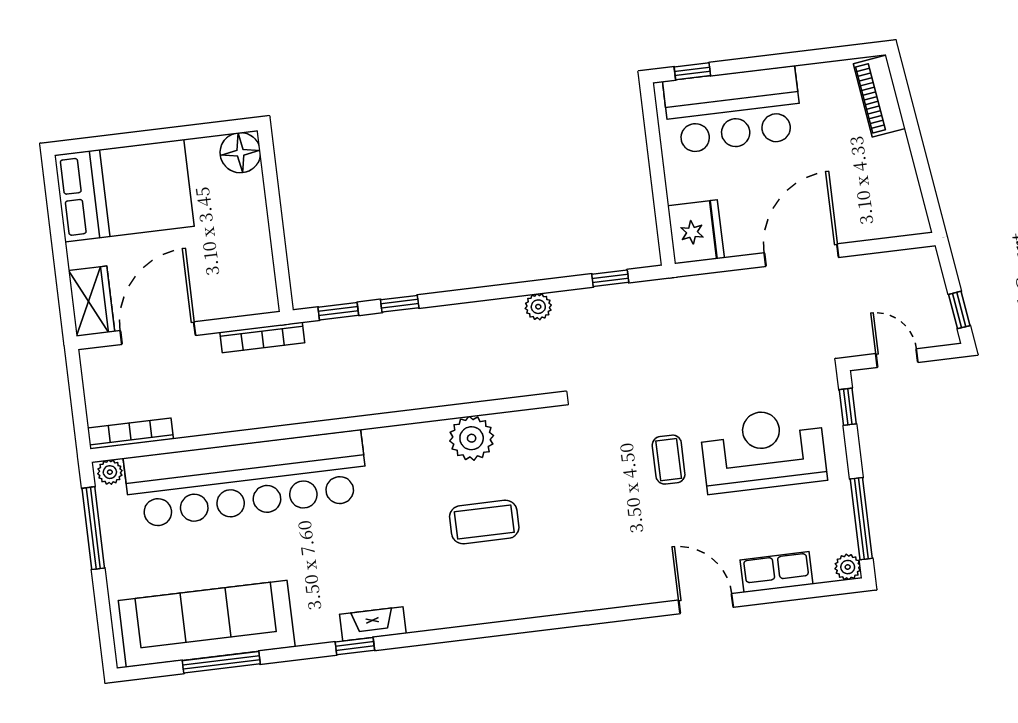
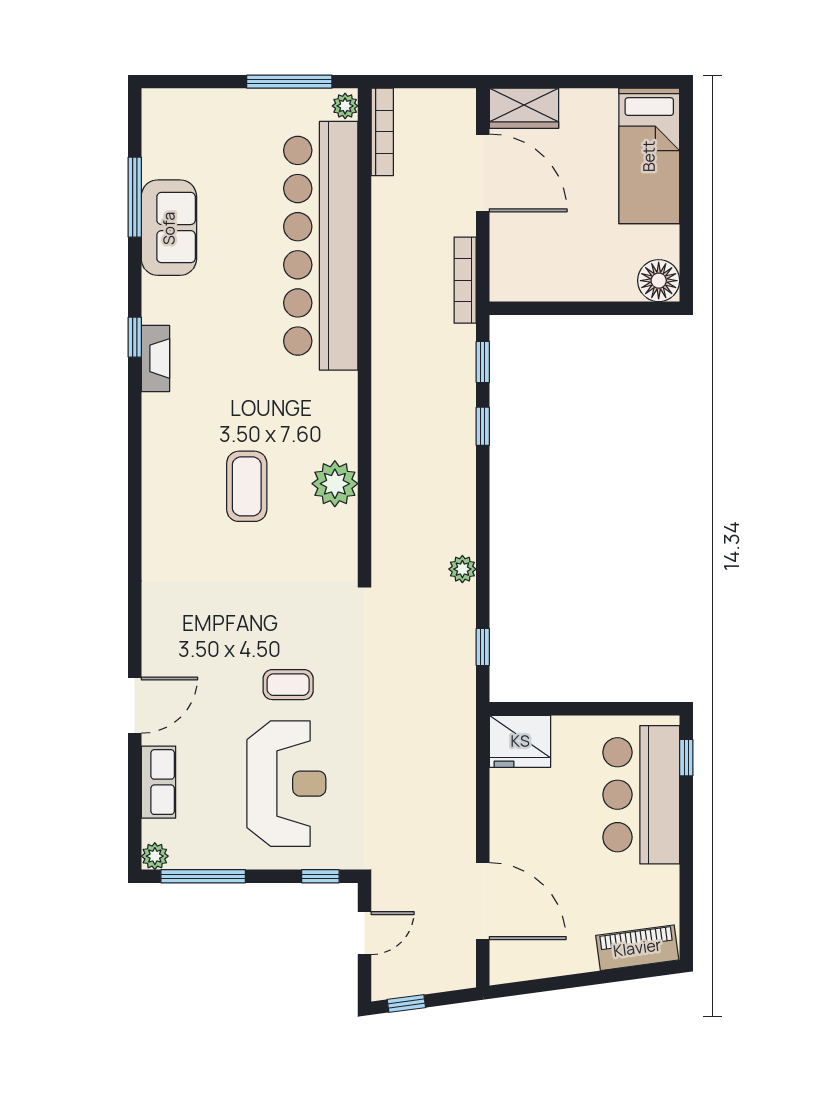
bed: (124, 191) -> (649, 156), width x0.67
door: (802, 255) -> (483, 901), moved
sofa: (207, 624) -> (169, 228), width x0.54, depth x0.79

